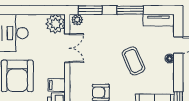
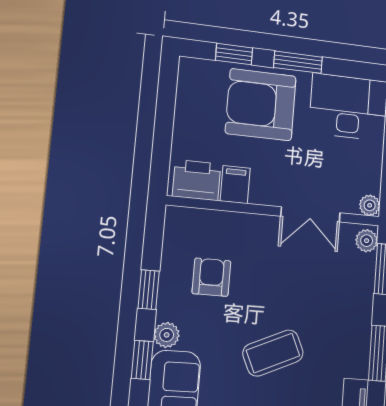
plant: (56, 24) -> (370, 205), width x0.53, depth x0.53

